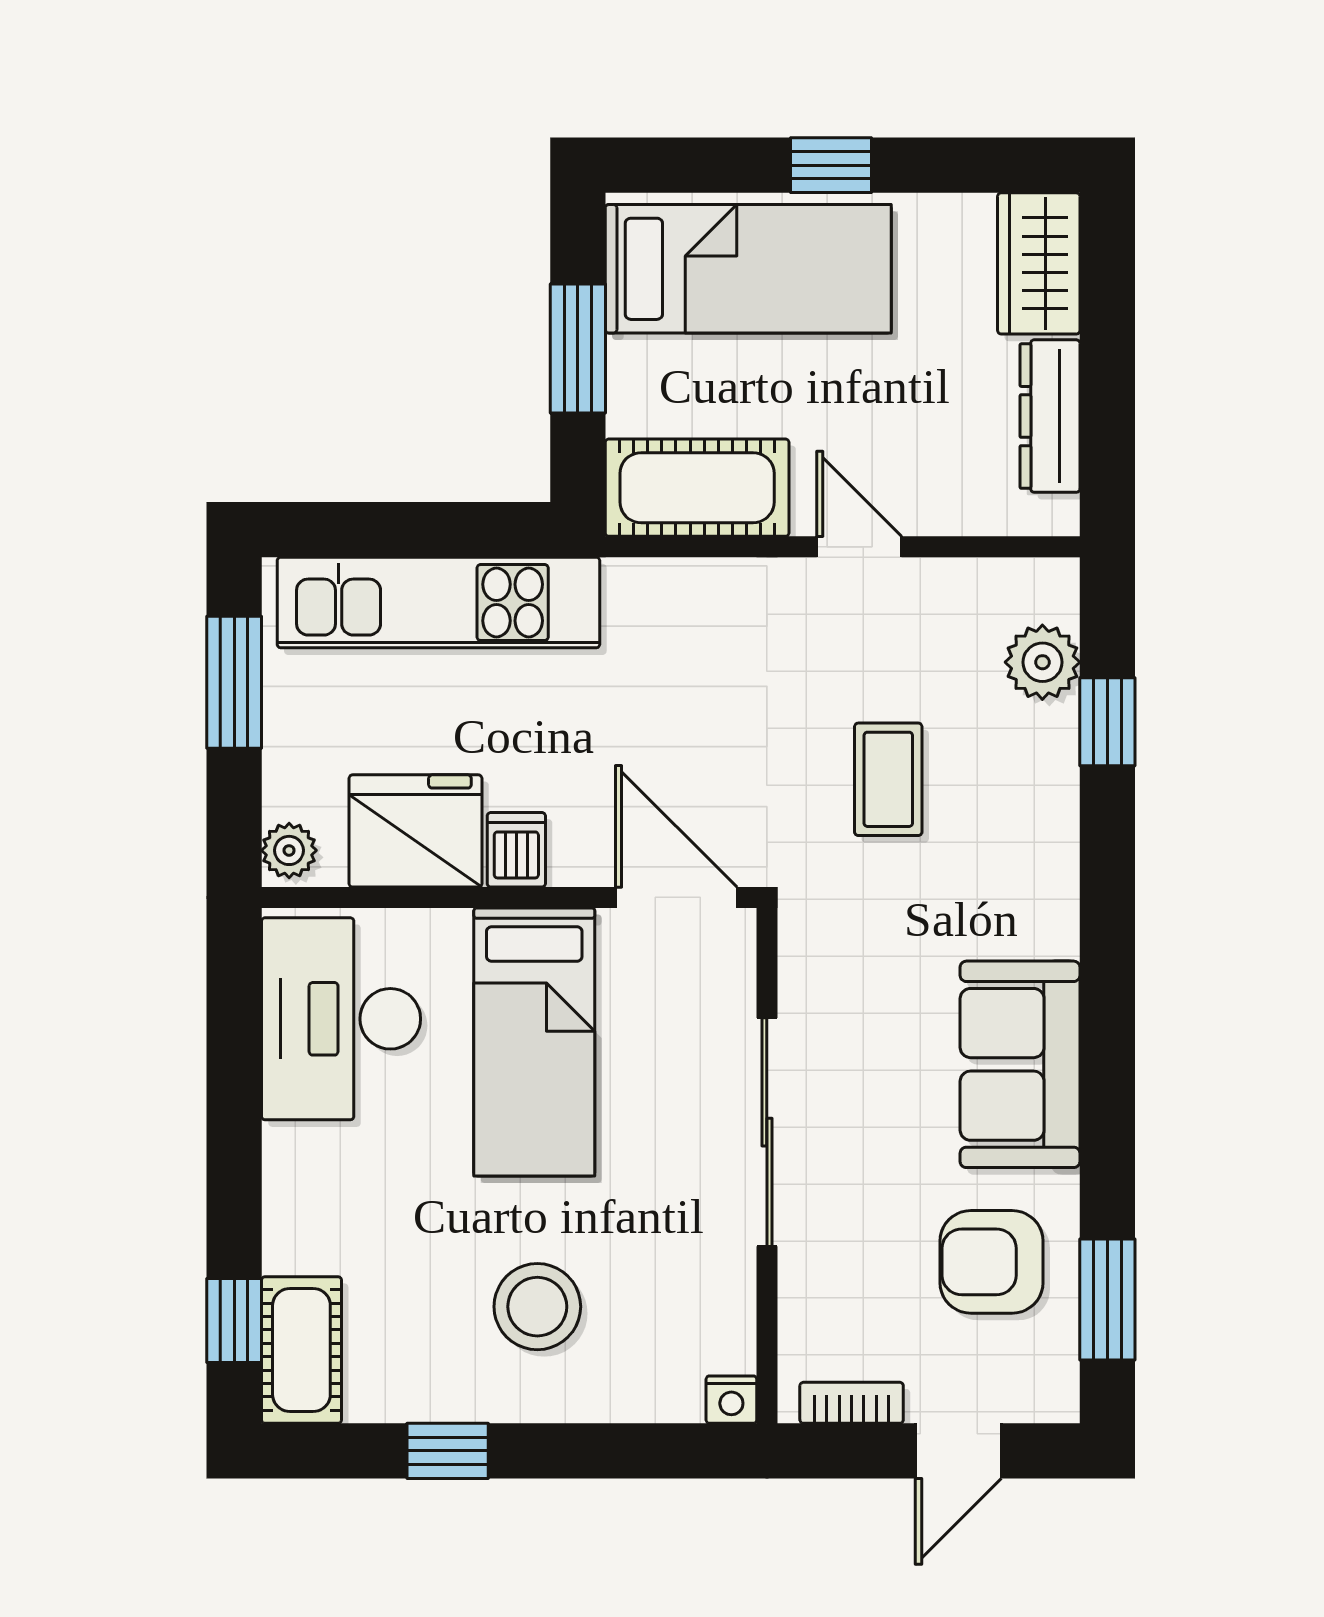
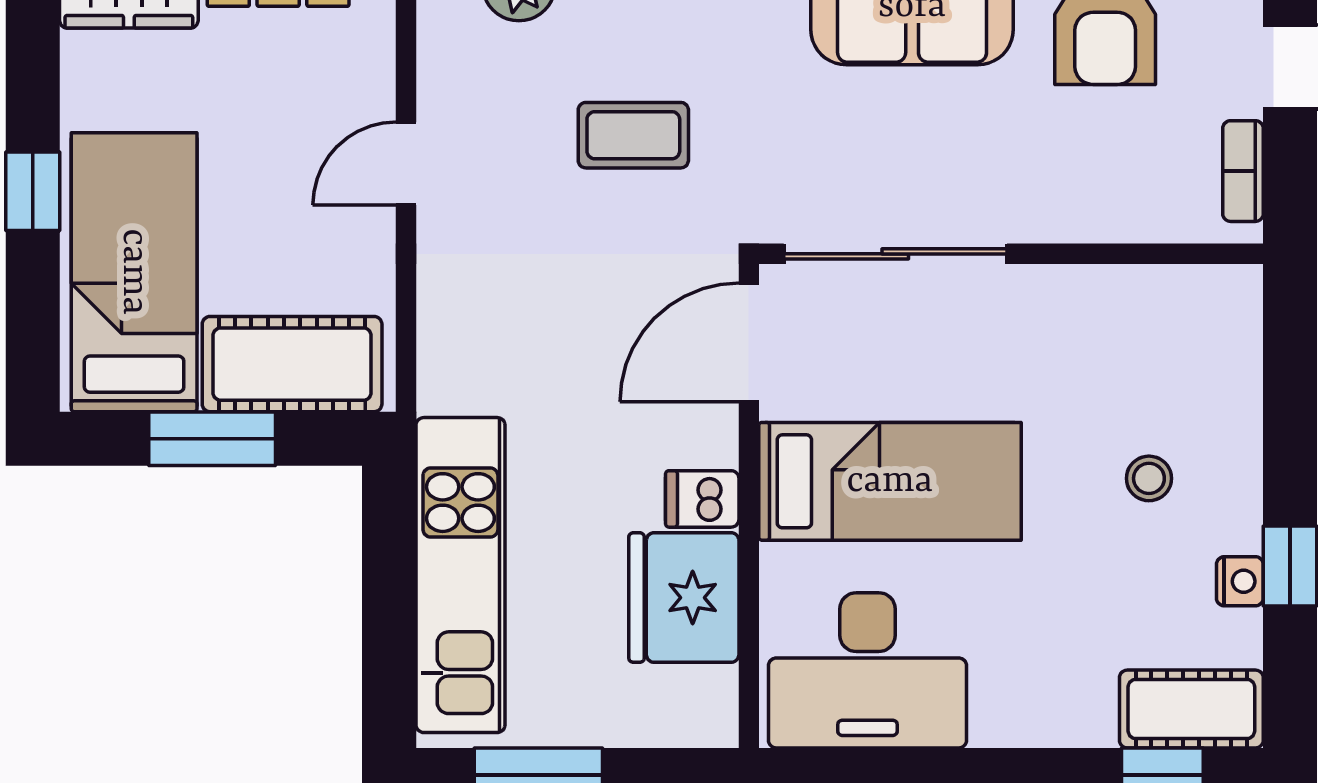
cot: (697, 488) -> (292, 364), moved, turned 90
plant: (289, 850) -> (703, 721), removed
sliding door: (767, 1132) -> (895, 254), moved
stool: (537, 1307) -> (1149, 478), width x0.53, depth x0.53
nightstand: (731, 1400) -> (1240, 581), moved

